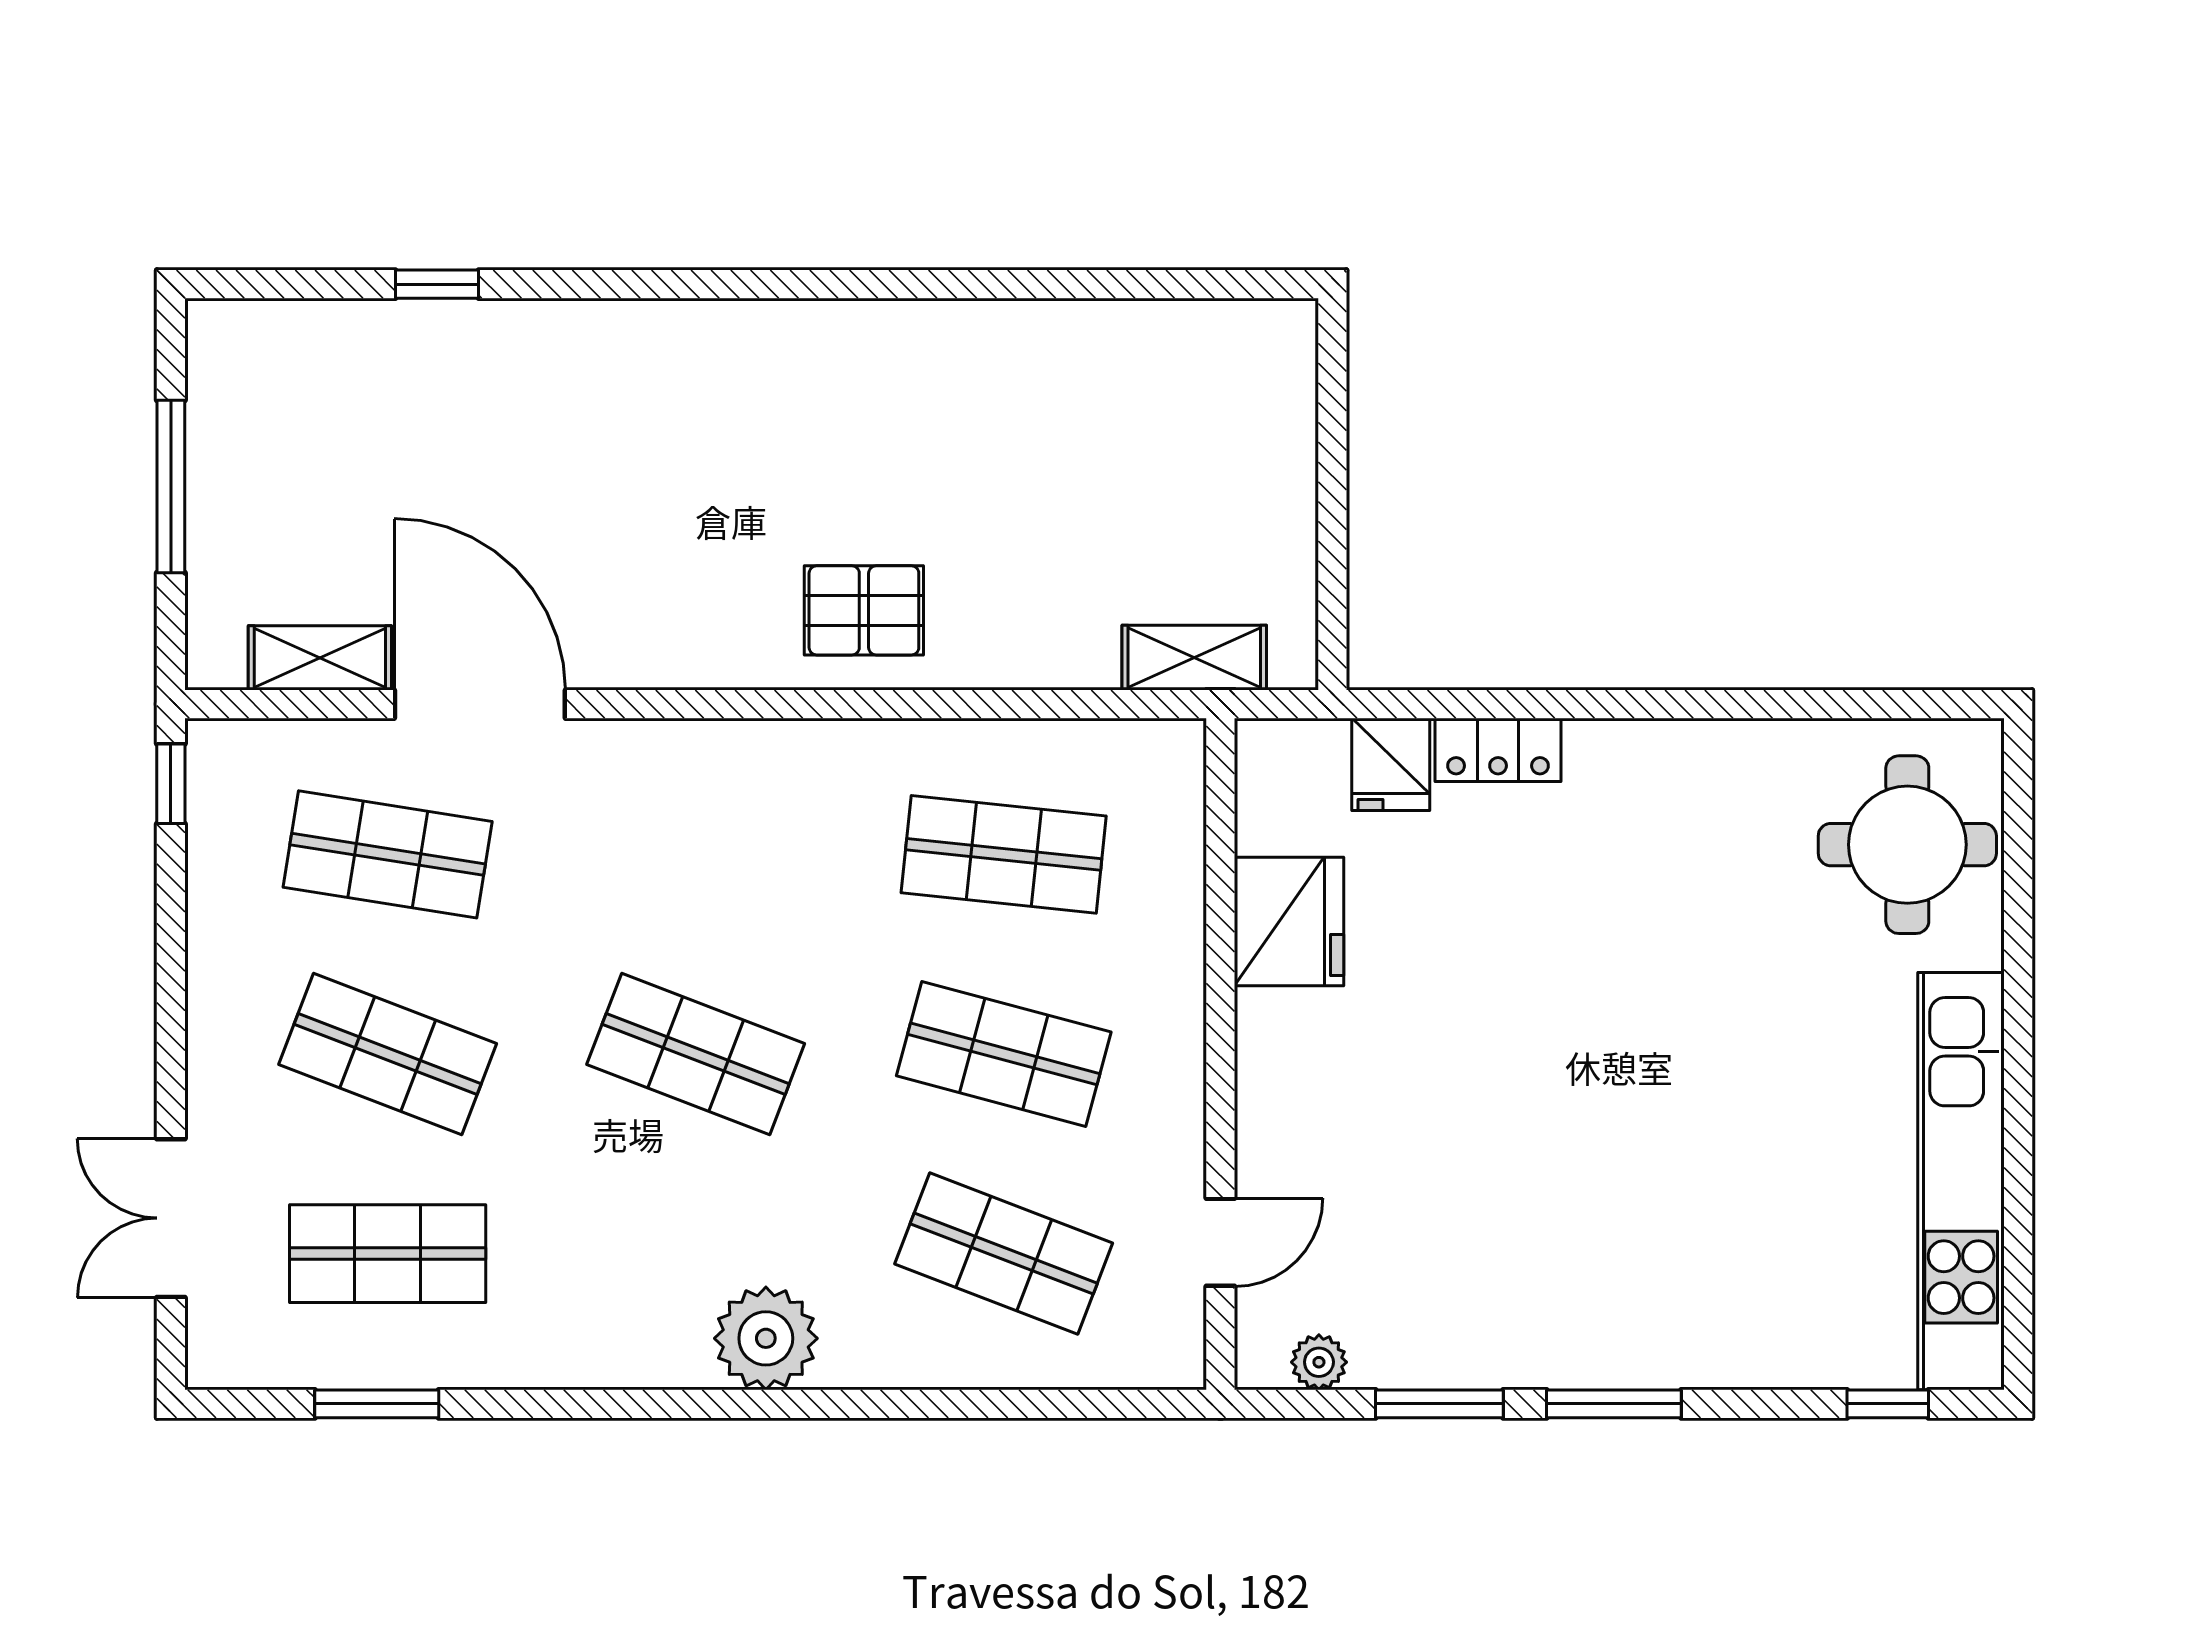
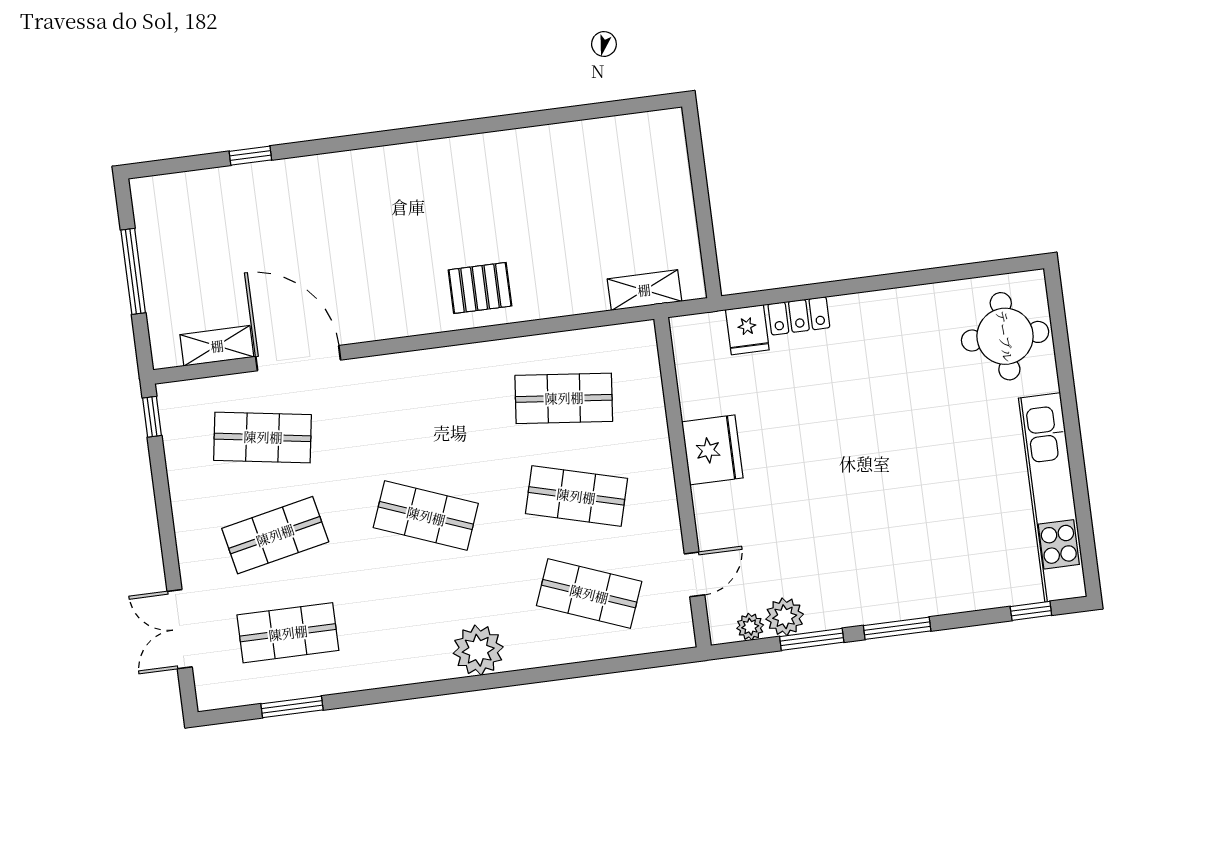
fridge: (1289, 922) -> (712, 450), moved
shop shelf: (388, 1054) -> (275, 535), turned -33
plant: (1391, 1351) -> (785, 617), added

